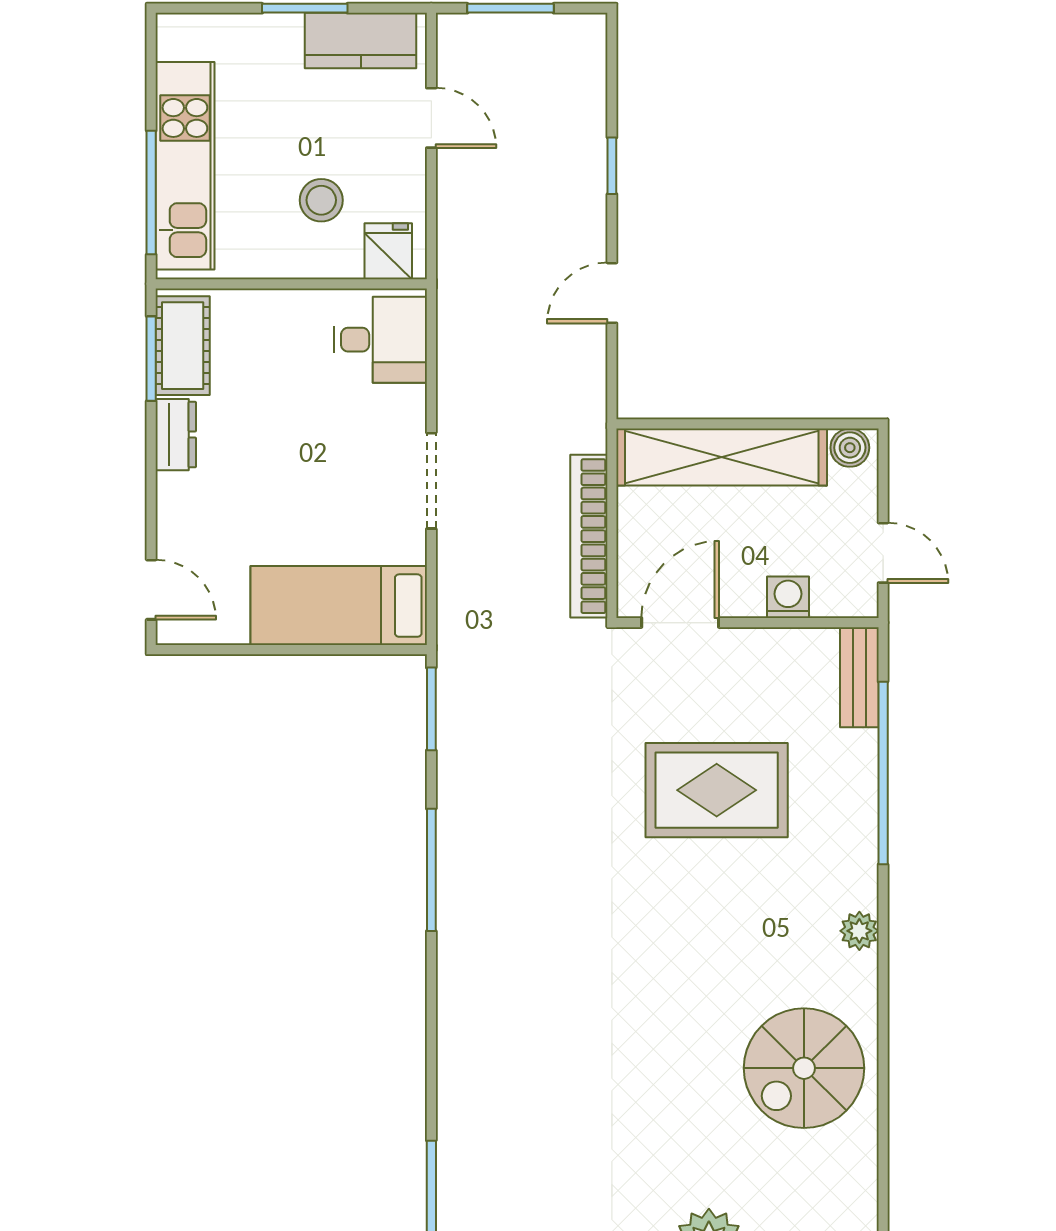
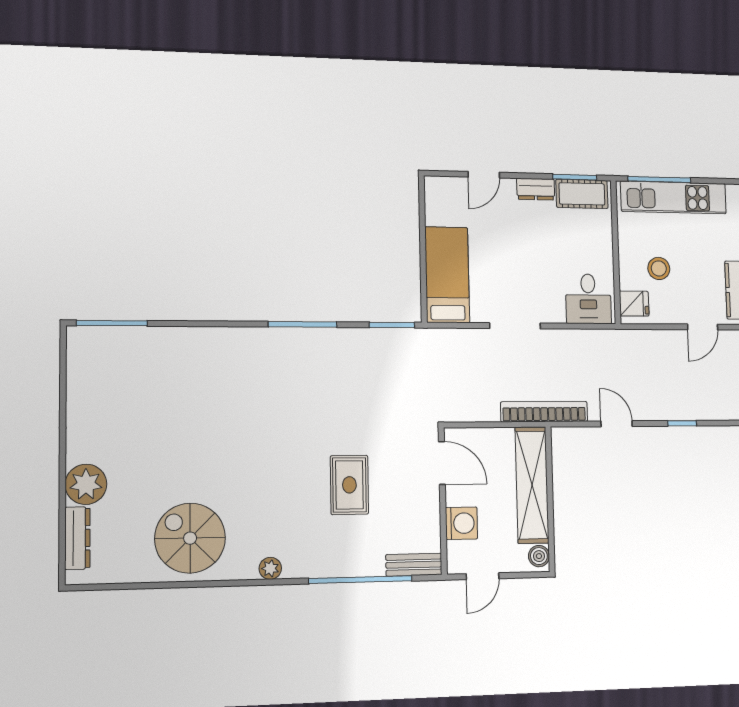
bookcase: (589, 536) -> (544, 412), moved
door: (151, 590) -> (484, 175), moved
washing machine: (788, 597) -> (461, 523), width x1.38, depth x1.38
rug: (717, 790) -> (349, 485), width x0.73, depth x0.70

